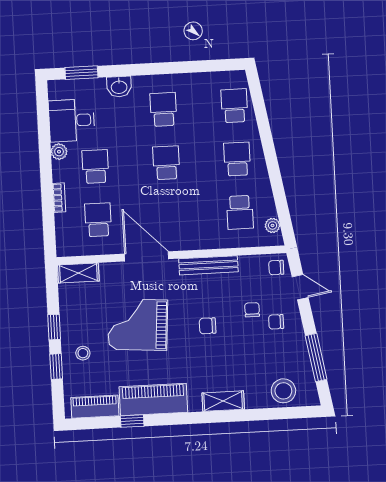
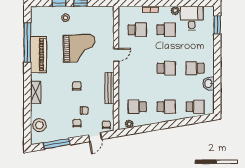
washbasin: (119, 87) -> (209, 83), moved
school desk: (163, 109) -> (195, 68), turned 180
door: (147, 256) -> (116, 55), width x0.53
shelving: (78, 273) -> (109, 18), removed
grand piano: (138, 325) -> (79, 48), turned 84
piano: (95, 407) -> (36, 23), removed
window: (132, 421) -> (27, 42), width x3.17

